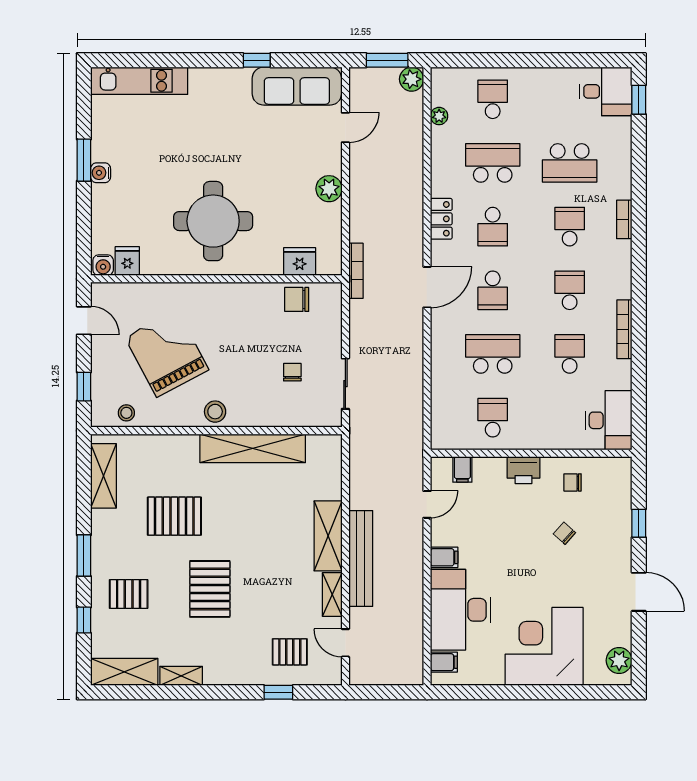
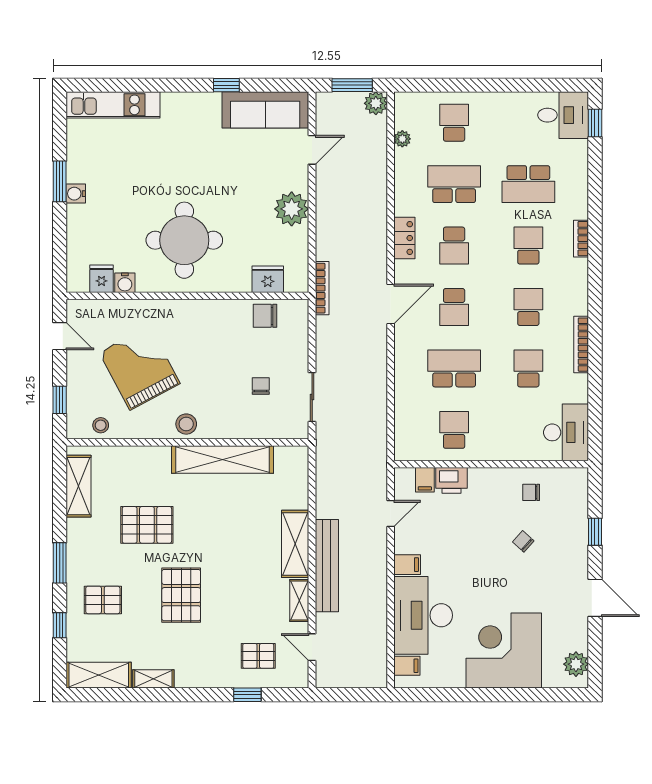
plant: (329, 189) -> (292, 209), width x1.36, depth x1.36
water cooler: (103, 265) -> (125, 283), moved
printer: (523, 470) -> (452, 480), moved

